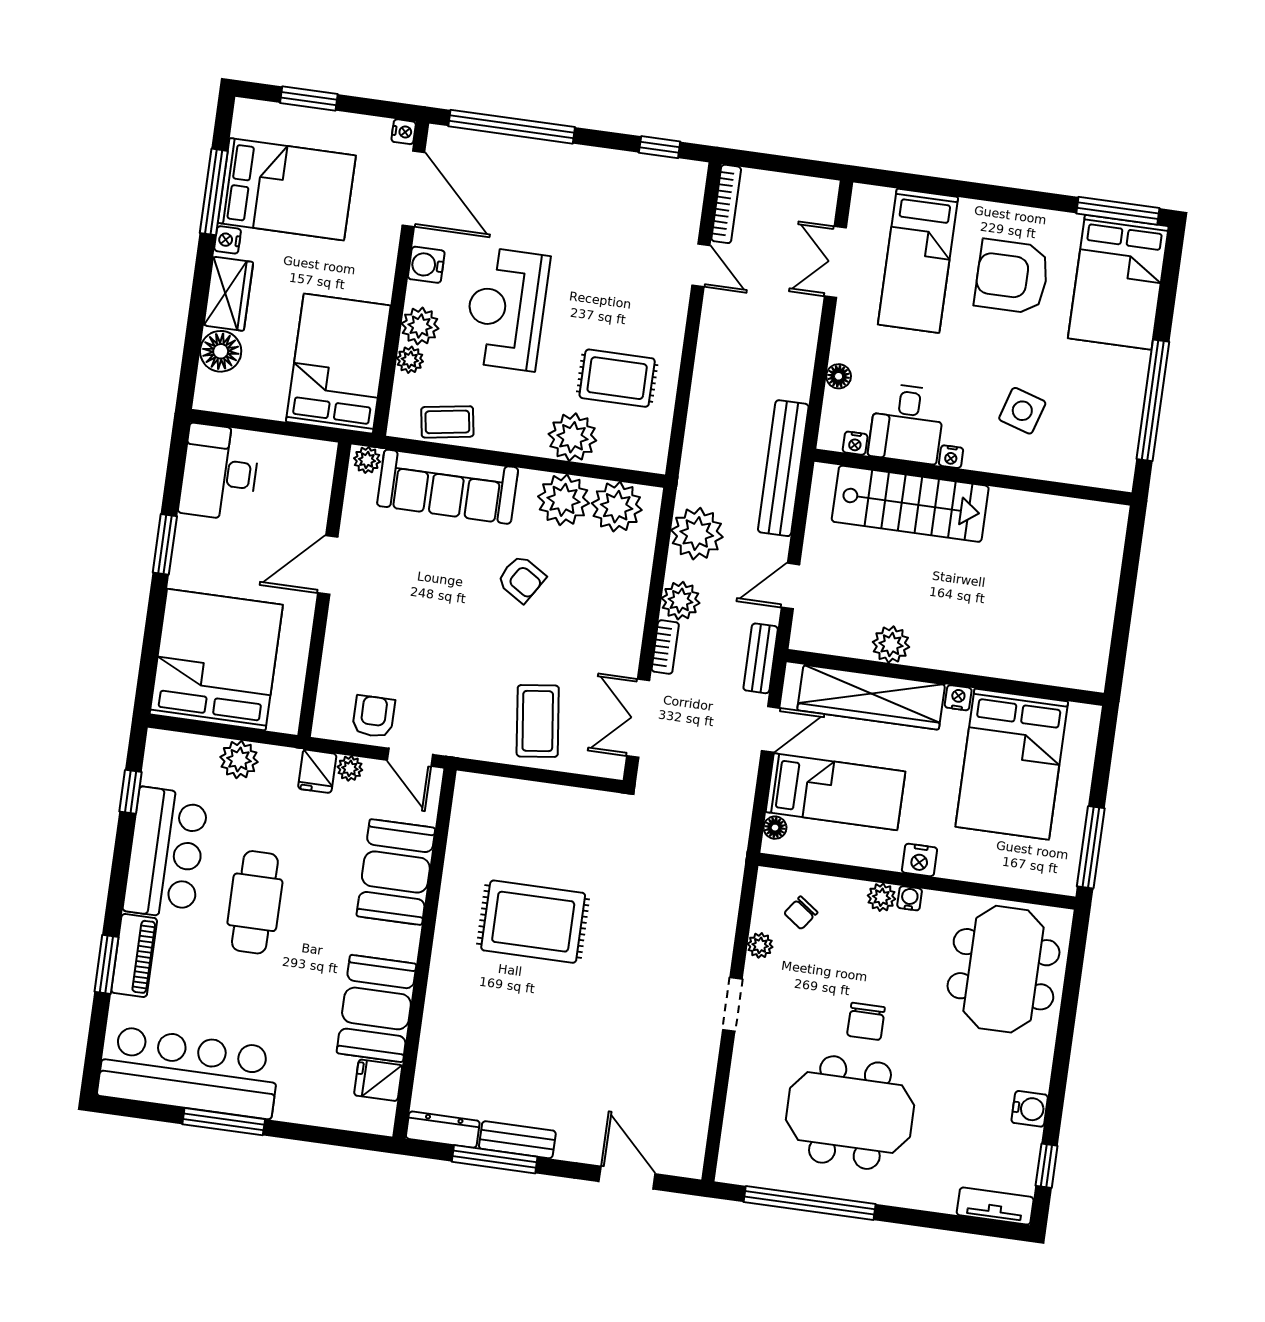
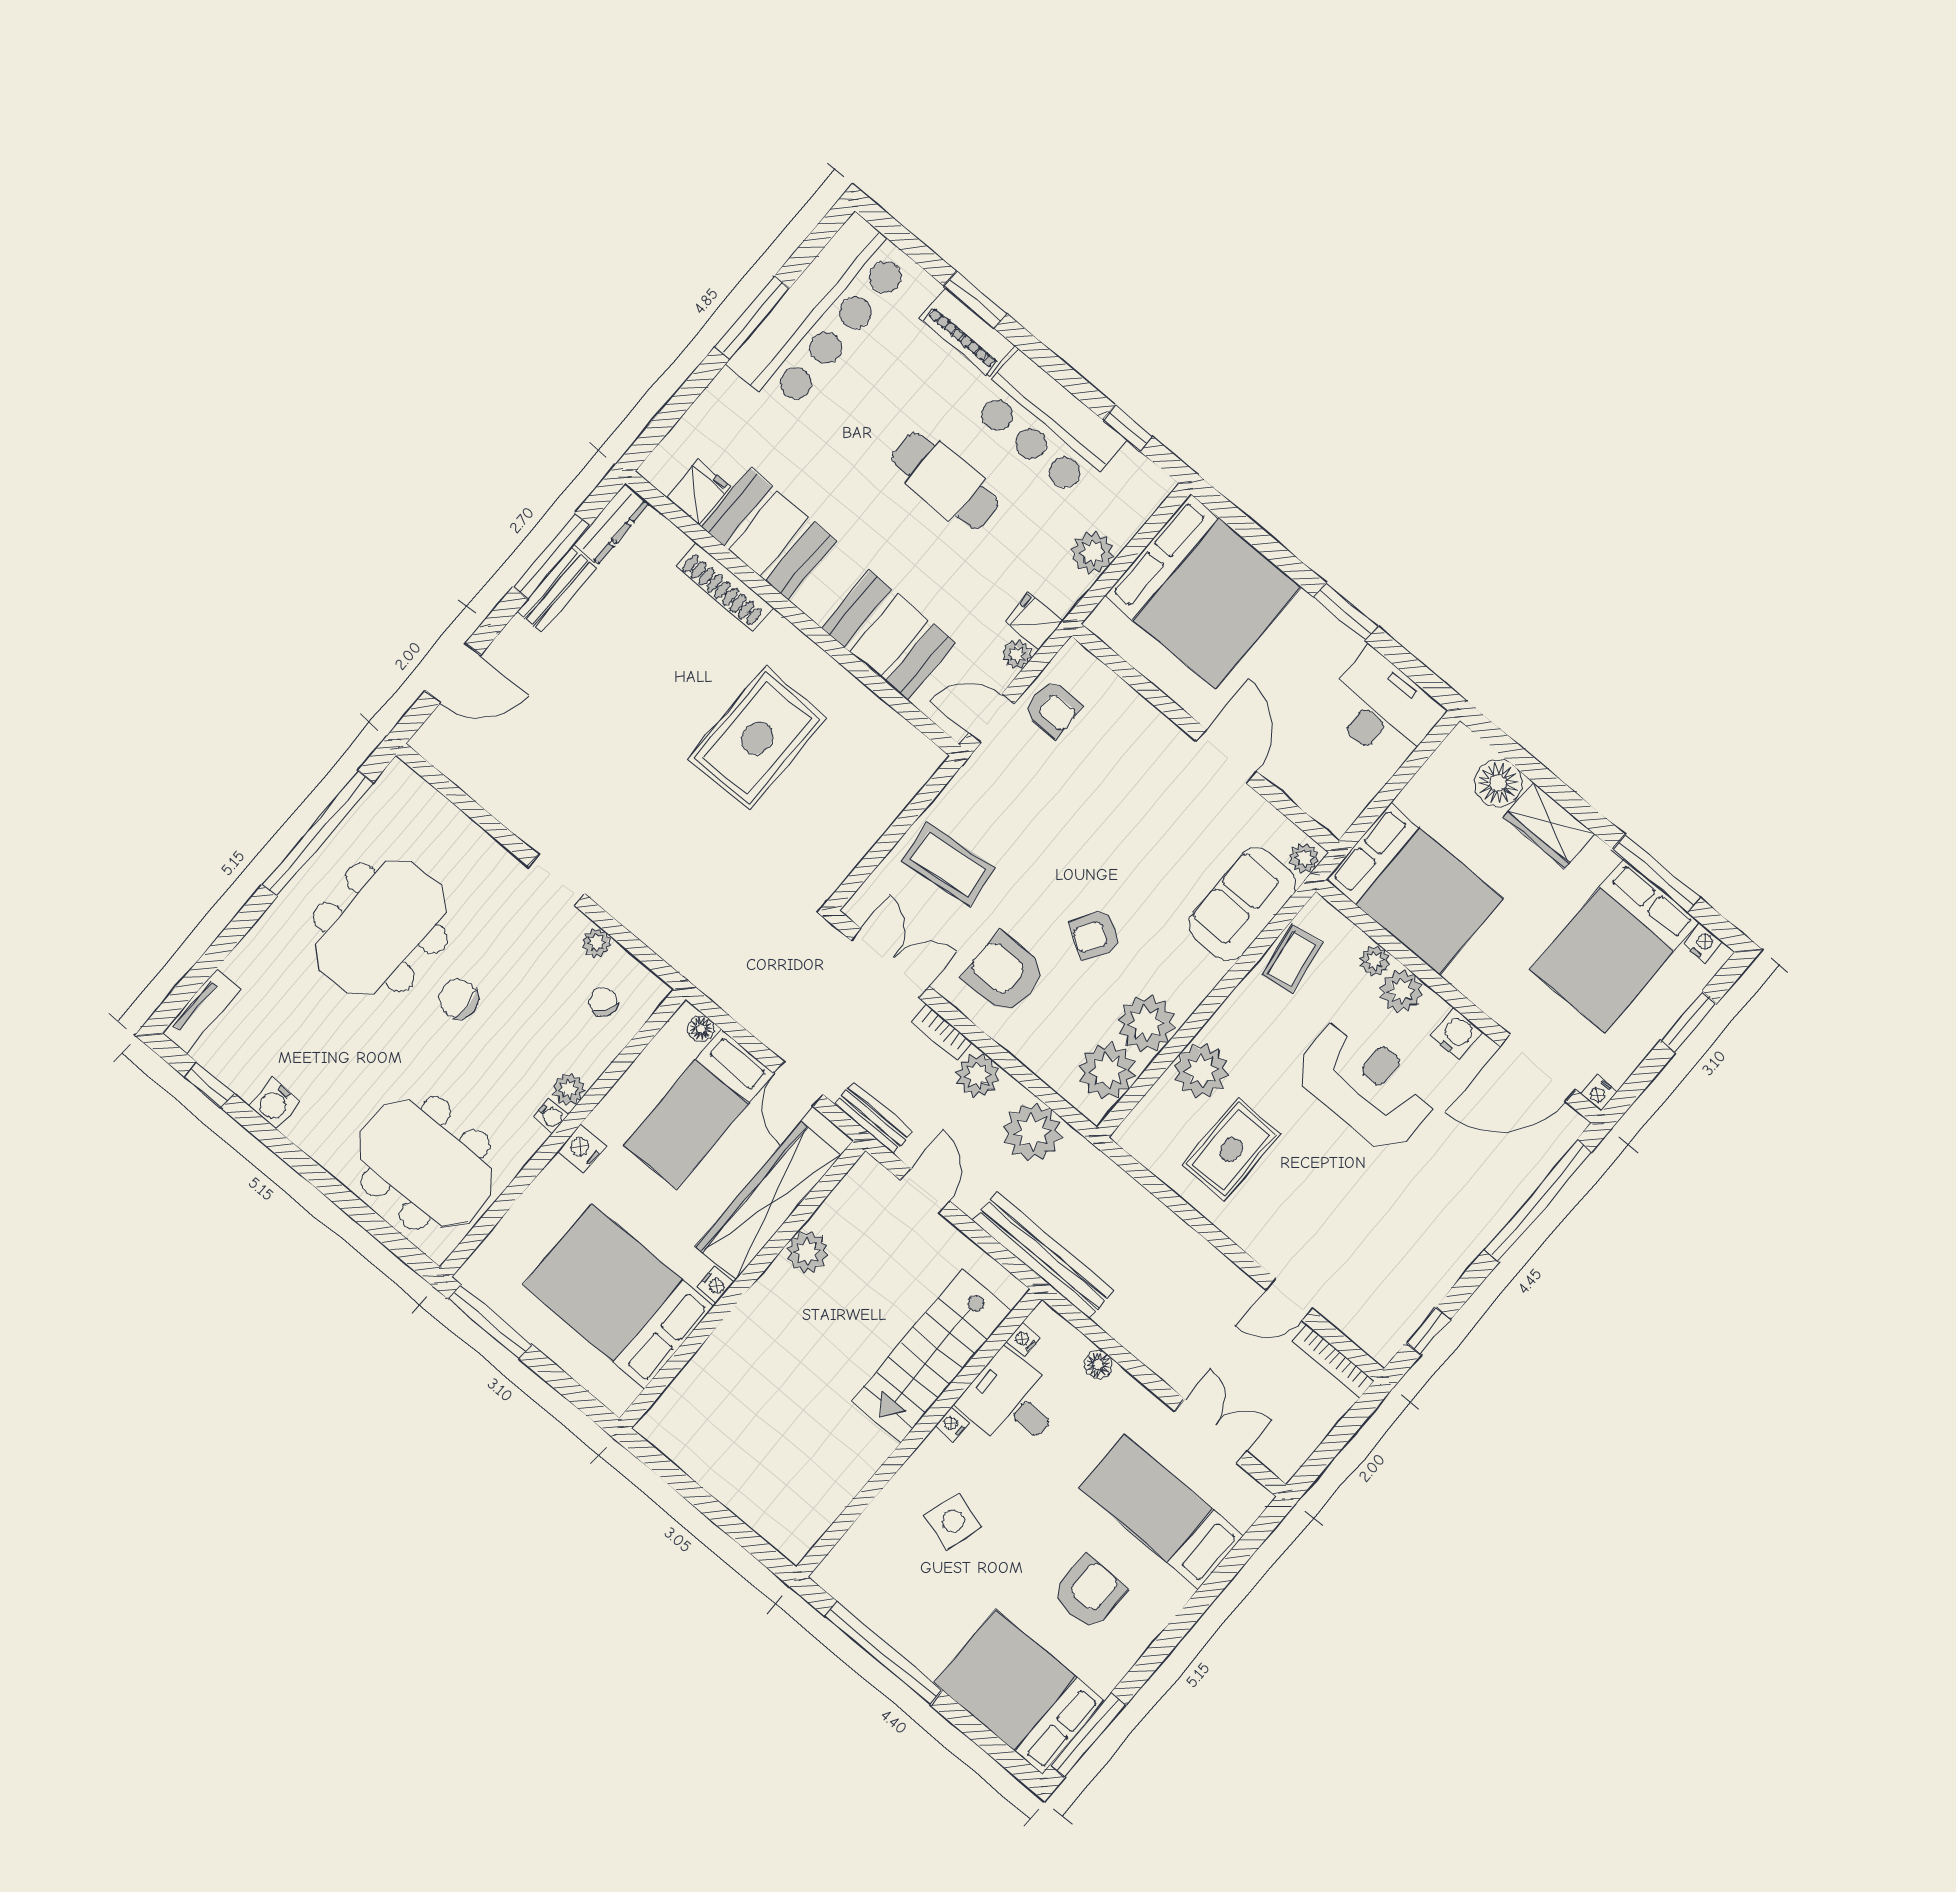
nightstand: (228, 240) -> (1703, 943), moved
armchair: (1012, 277) -> (1089, 1593), width x0.73, depth x0.73
sofa: (448, 487) -> (1243, 904), width x0.73
armchair: (592, 628) -> (1005, 974), added
shoe rack: (436, 1016) -> (725, 587), added

